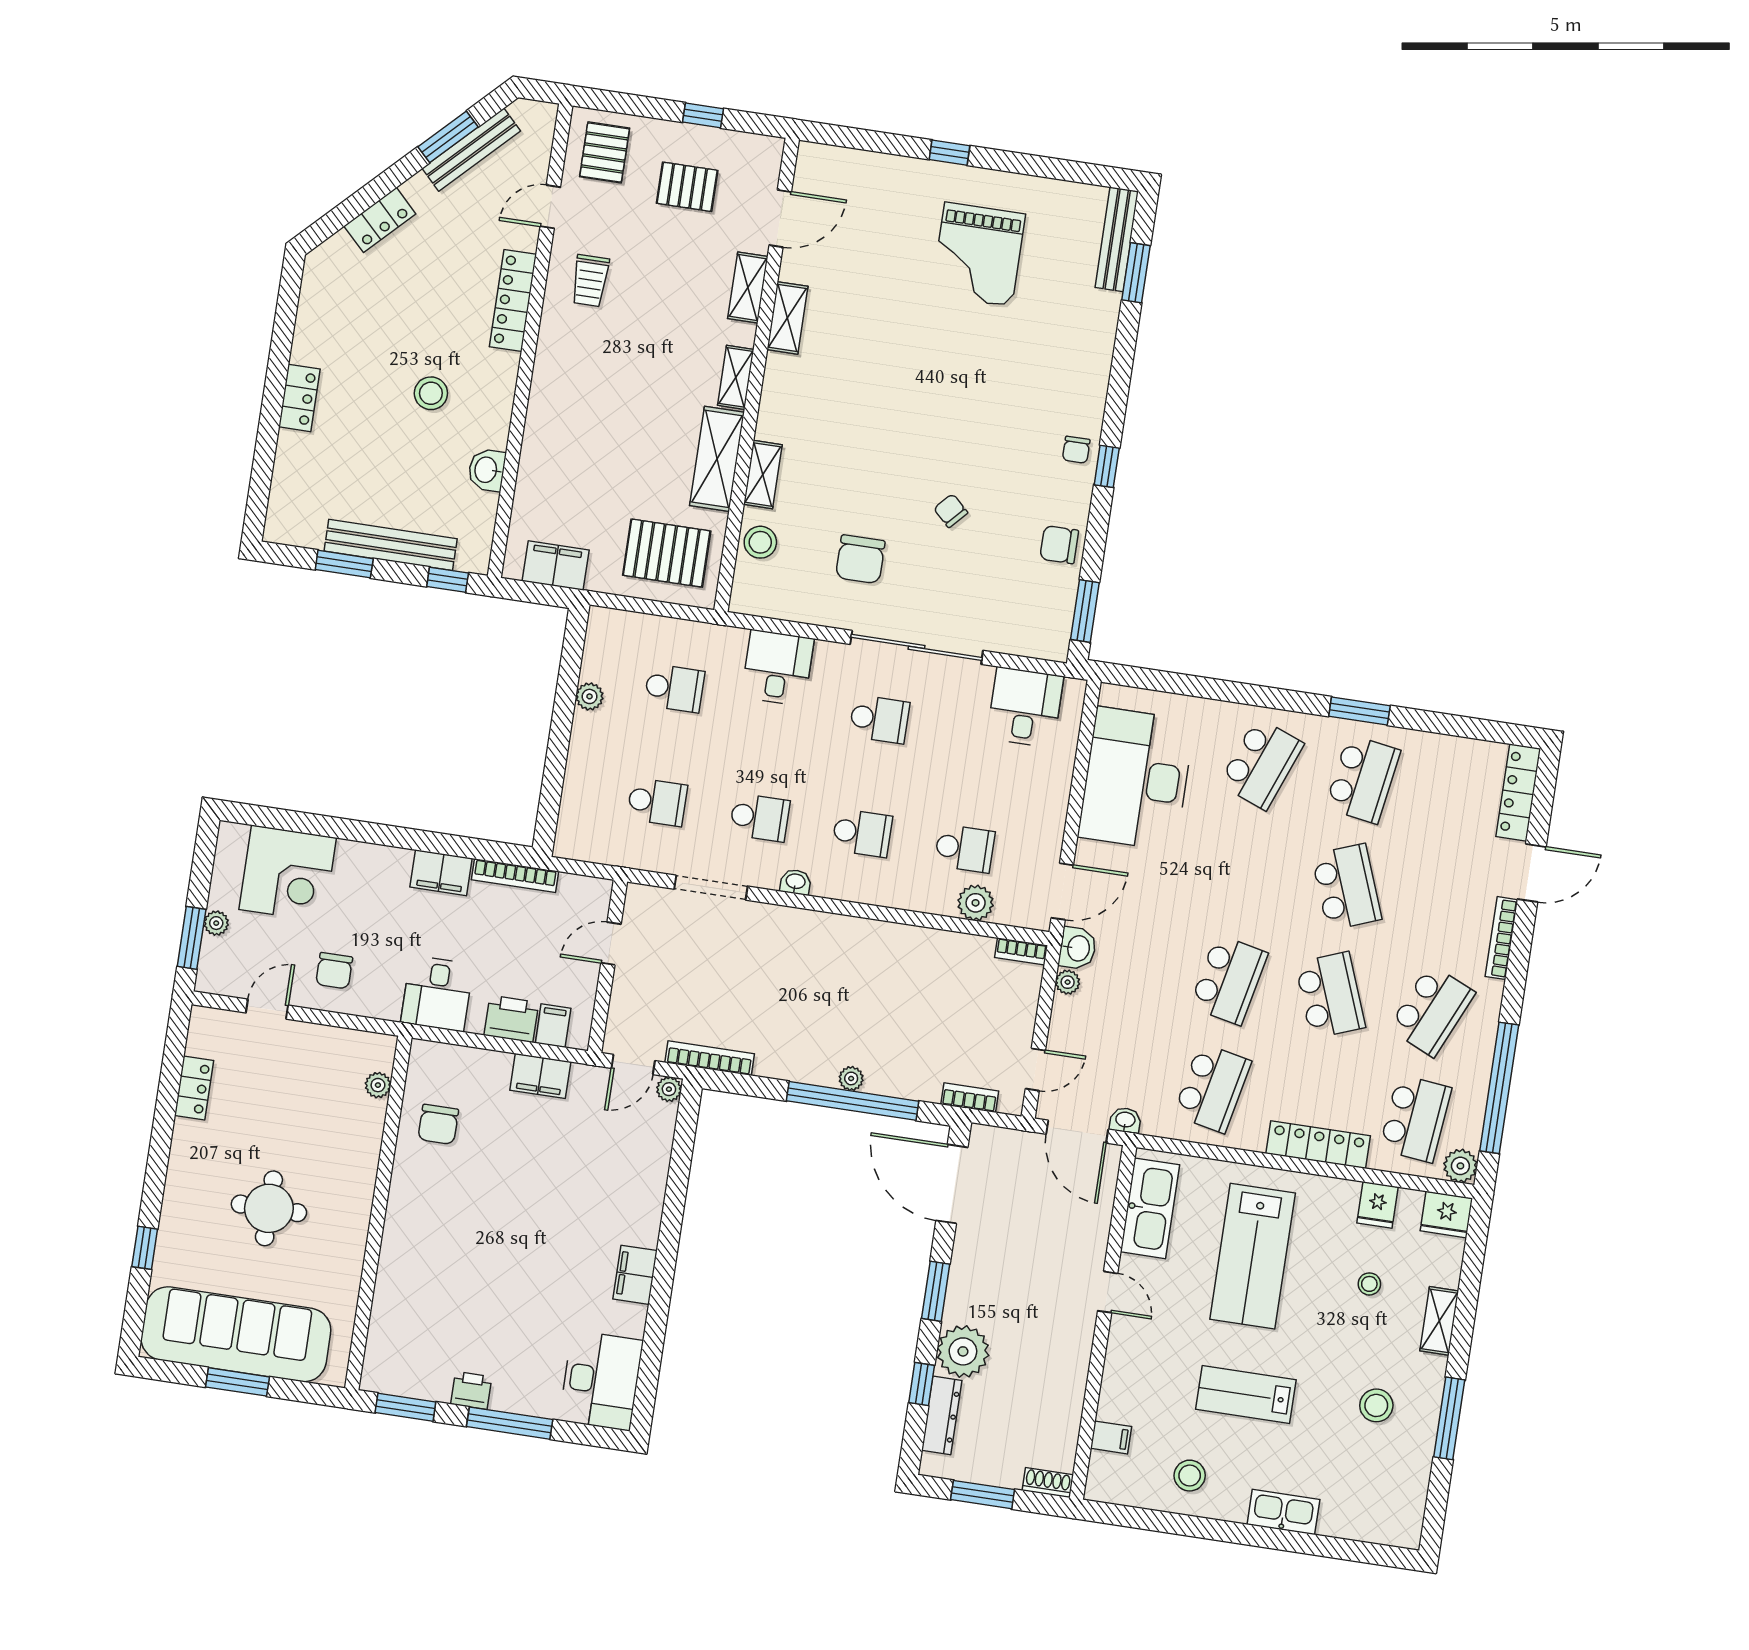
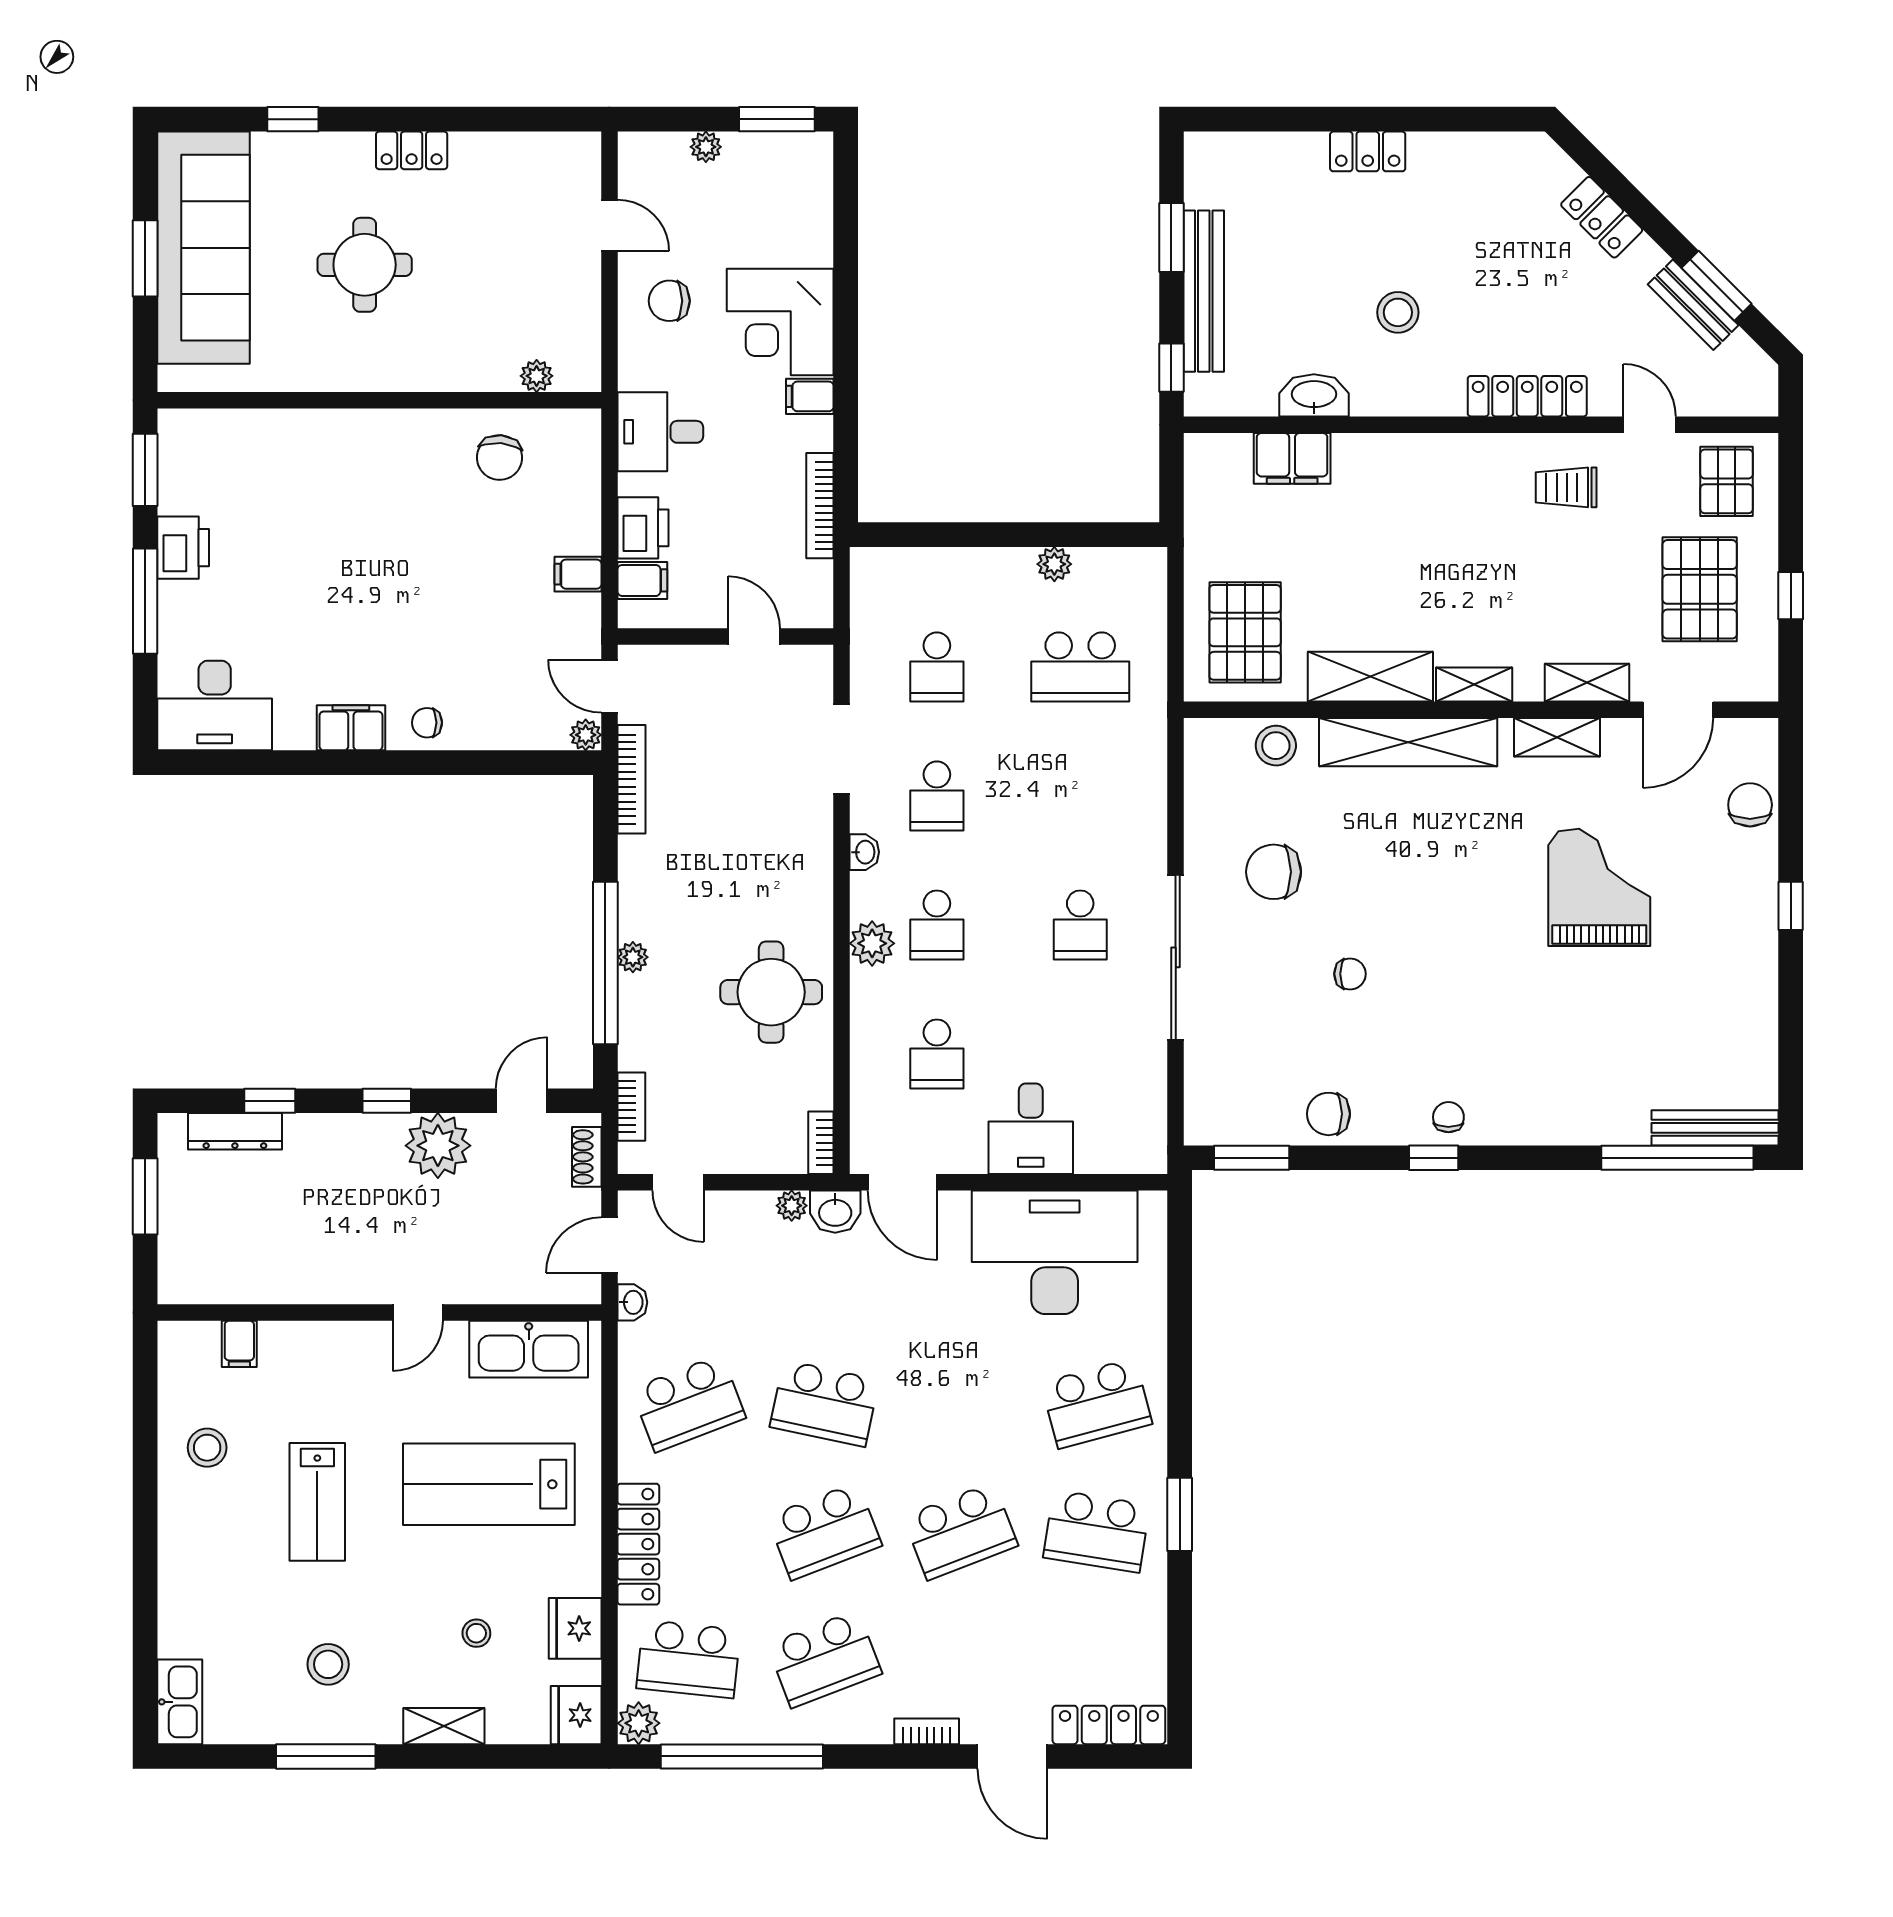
bench: (471, 150) -> (1693, 305), width x0.73
pallet: (605, 152) -> (1727, 481), turned 90
chair: (864, 173) -> (1750, 805), added
pallet: (687, 187) -> (1700, 589), width x1.50, depth x1.42
door: (780, 218) -> (1678, 710), hinge flipped
grand piano: (978, 254) -> (1599, 887), moved, turned 90
window: (1136, 273) -> (1677, 1158), width x2.11
chair: (1076, 450) -> (1448, 1117), turned 90
washbasin: (487, 470) -> (1314, 395), width x1.38
shelving: (763, 475) -> (1408, 742), width x2.20, depth x1.33
chair: (951, 511) -> (1350, 974), turned 47
chair: (1059, 545) -> (1329, 1114), turned -90
filing cabinet: (556, 565) -> (1292, 458), moved, turned 90
desk: (778, 668) -> (1125, 790), removed
school desk: (674, 688) -> (1080, 667), width x1.85
desk: (1025, 707) -> (1031, 1129), moved, turned 90
school desk: (1261, 764) -> (1097, 1403), turned -36
filing cabinet: (441, 873) -> (810, 396), width x0.50
corner desk: (288, 874) -> (780, 322), moved
plant: (976, 903) -> (872, 943), moved
window: (192, 938) -> (777, 119), moved
bookcase: (1501, 938) -> (927, 1731), width x0.64
round table: (896, 973) -> (771, 992), added
school desk: (1432, 1011) -> (824, 1659), turned -45
filing cabinet: (540, 1076) -> (578, 574), width x0.50
locker: (194, 1088) -> (412, 150), moved
school desk: (1212, 1088) -> (688, 1403), turned -33
chair: (438, 1124) -> (500, 458), turned -85
door: (1077, 1132) -> (609, 1245), width x0.73
door: (952, 1184) -> (522, 1101), width x0.53
fridge: (1377, 1205) -> (575, 1628), width x1.38
chair: (640, 1214) -> (427, 723), added
window: (936, 1291) -> (387, 1101), width x0.67
plant: (963, 1351) -> (438, 1146), moved
printer: (471, 1390) -> (183, 548), width x1.36, depth x1.24
lab bench: (1246, 1395) -> (317, 1502), turned 180
shoe rack: (1048, 1483) -> (587, 1157), moved, turned 180
kitchen sink: (1283, 1512) -> (180, 1702), moved

